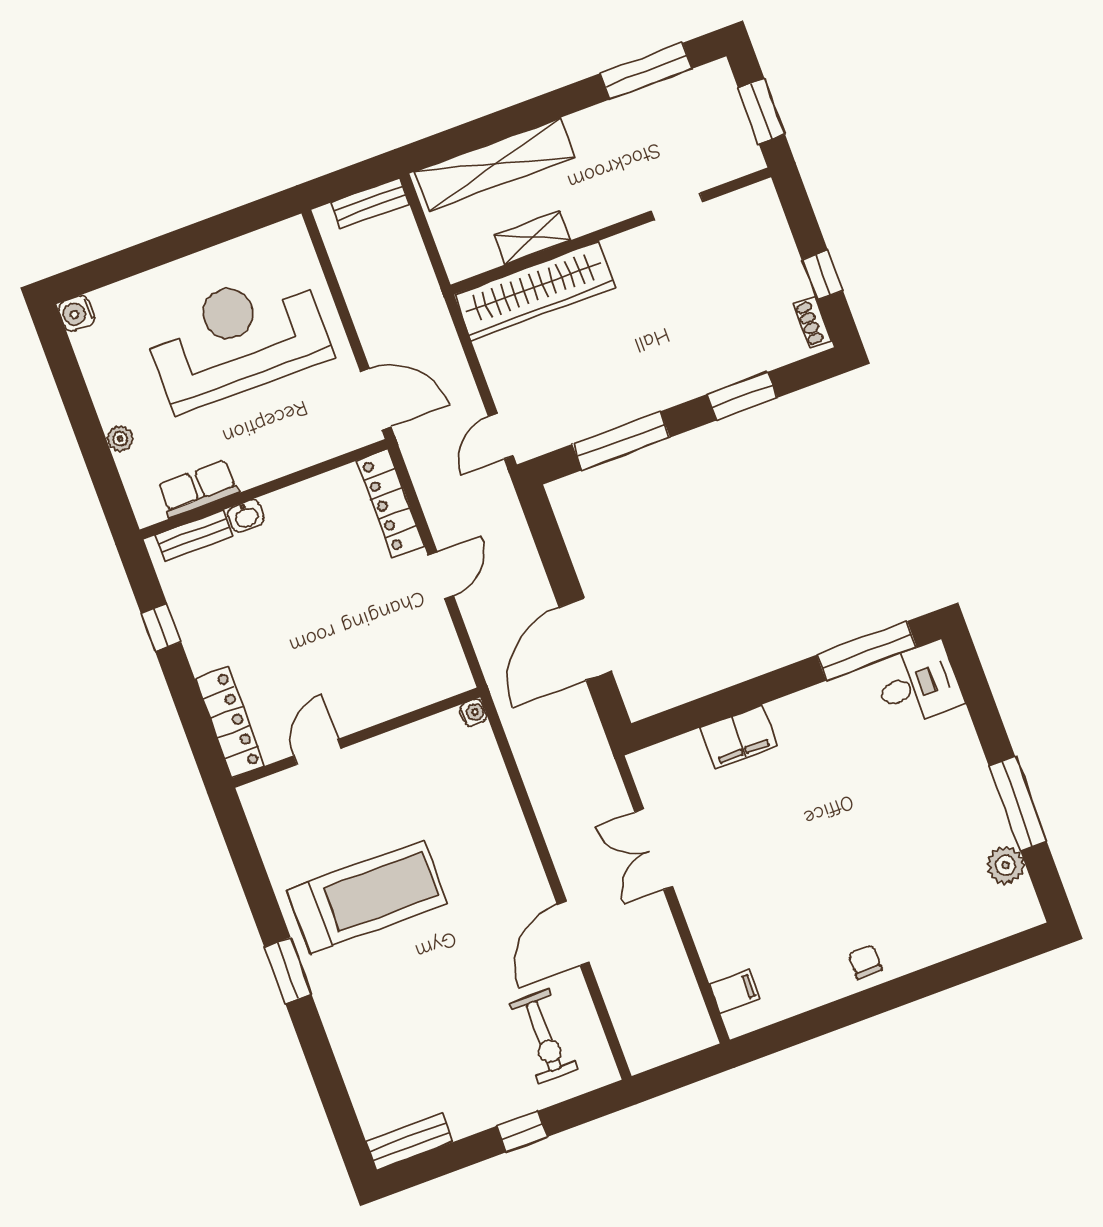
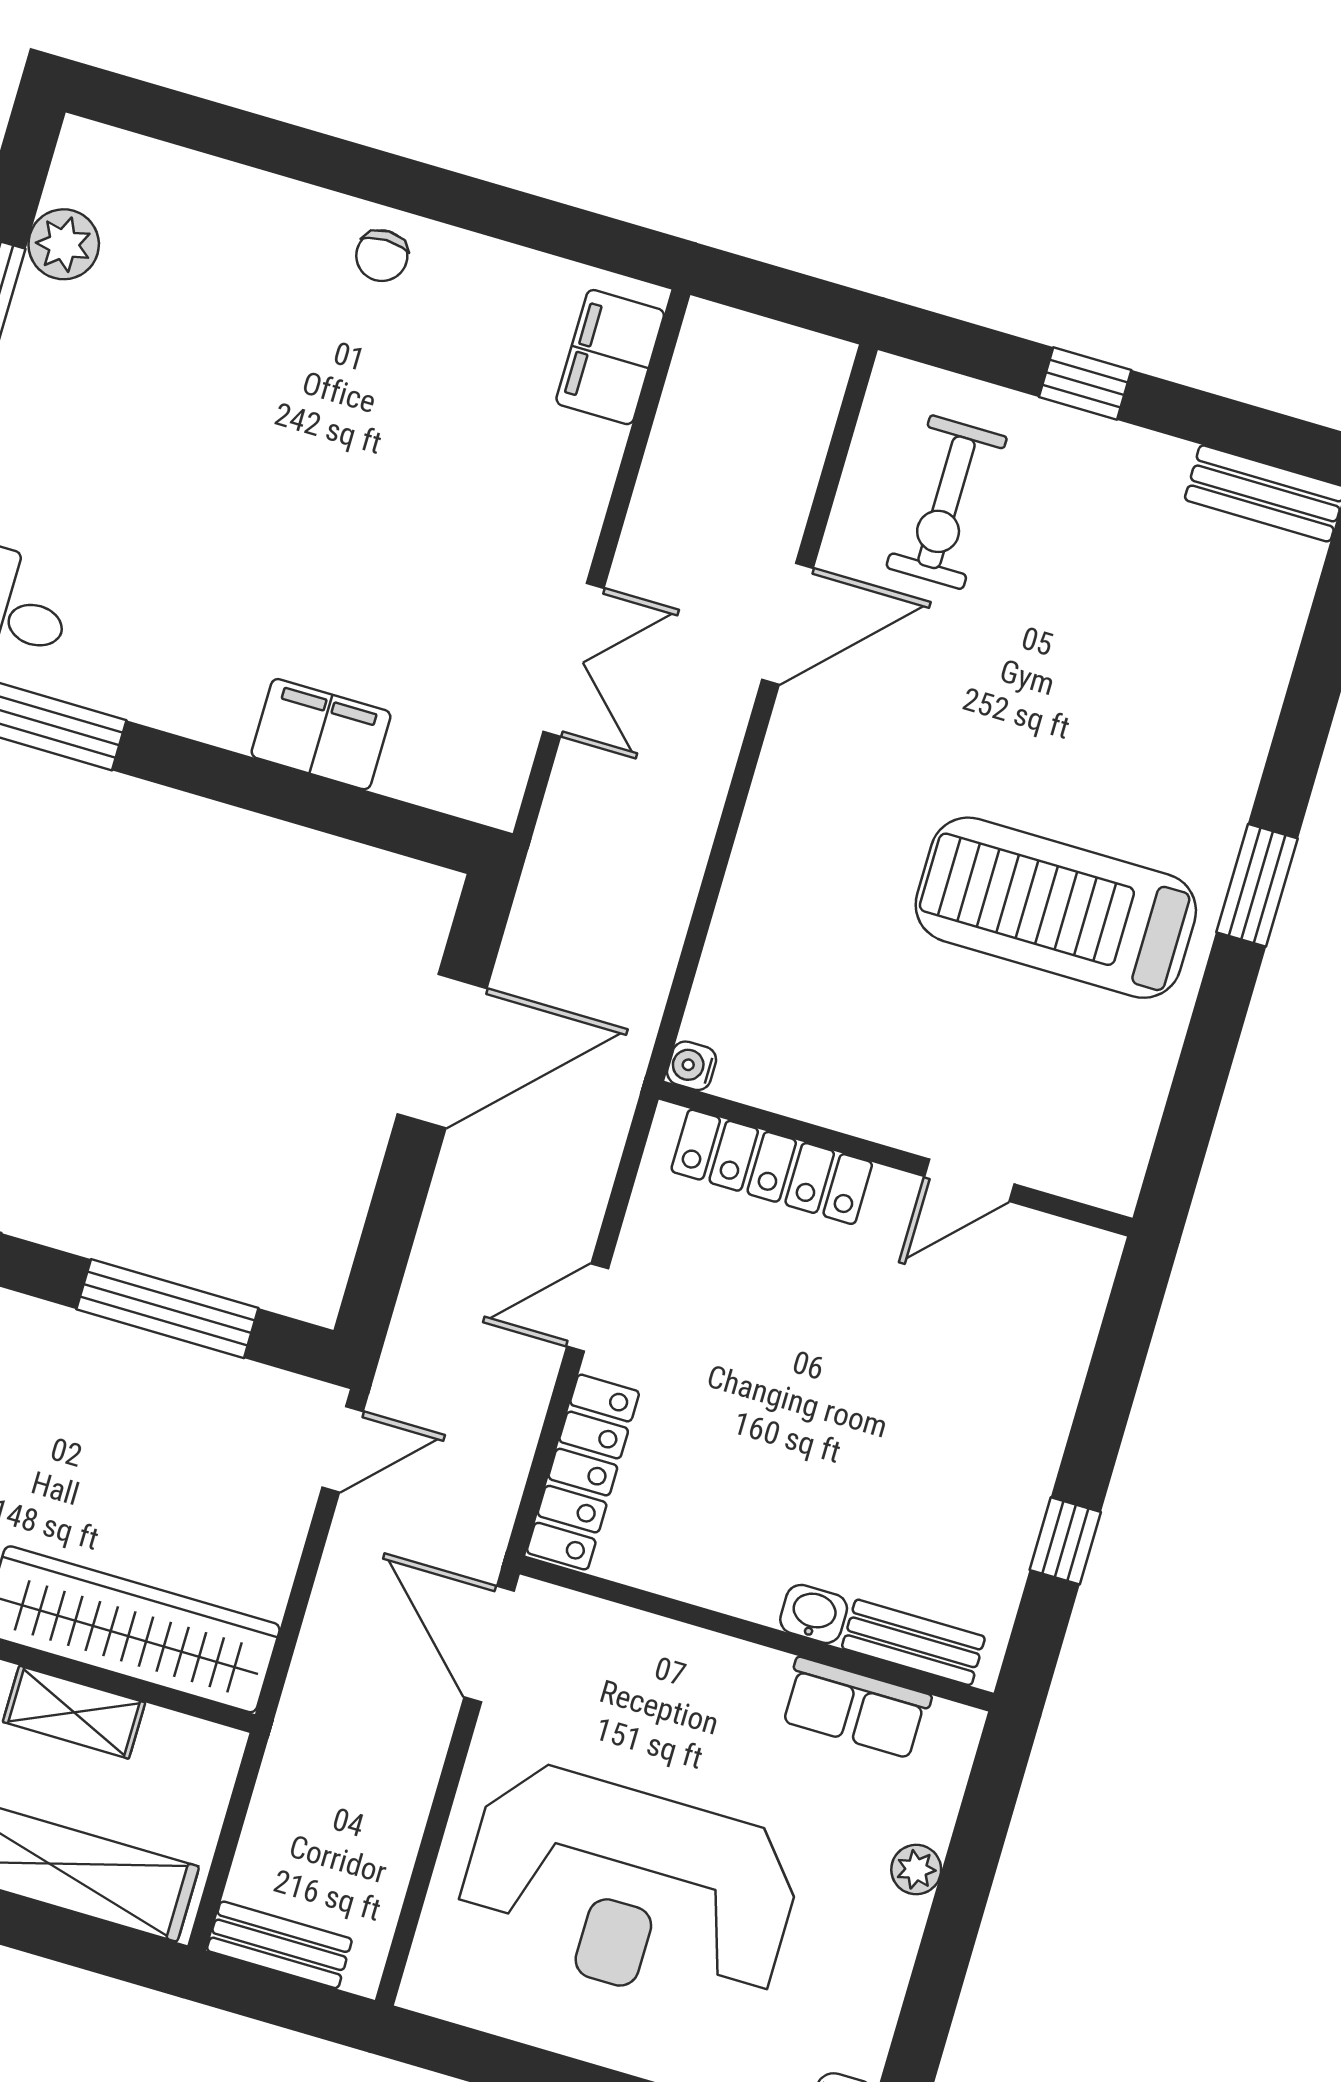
locker: (230, 722) -> (772, 1167), moved, turned -90
filing cabinet: (735, 991) -> (610, 357), width x2.00
exercise bike: (544, 1036) -> (947, 502), turned 180

